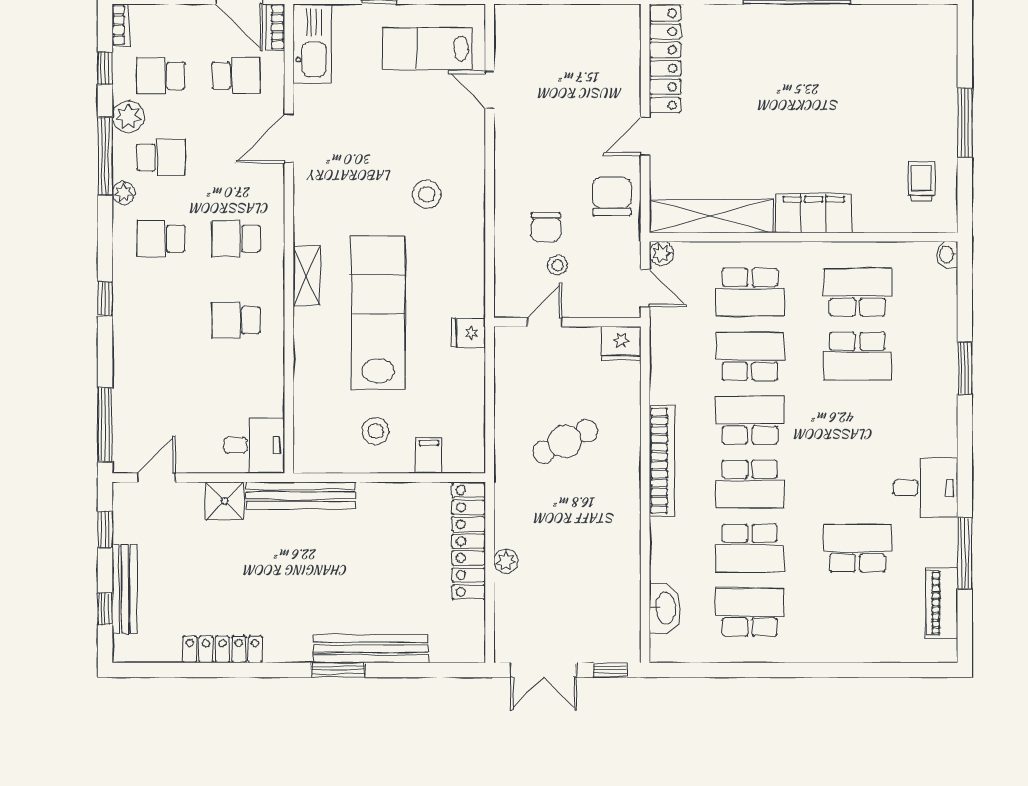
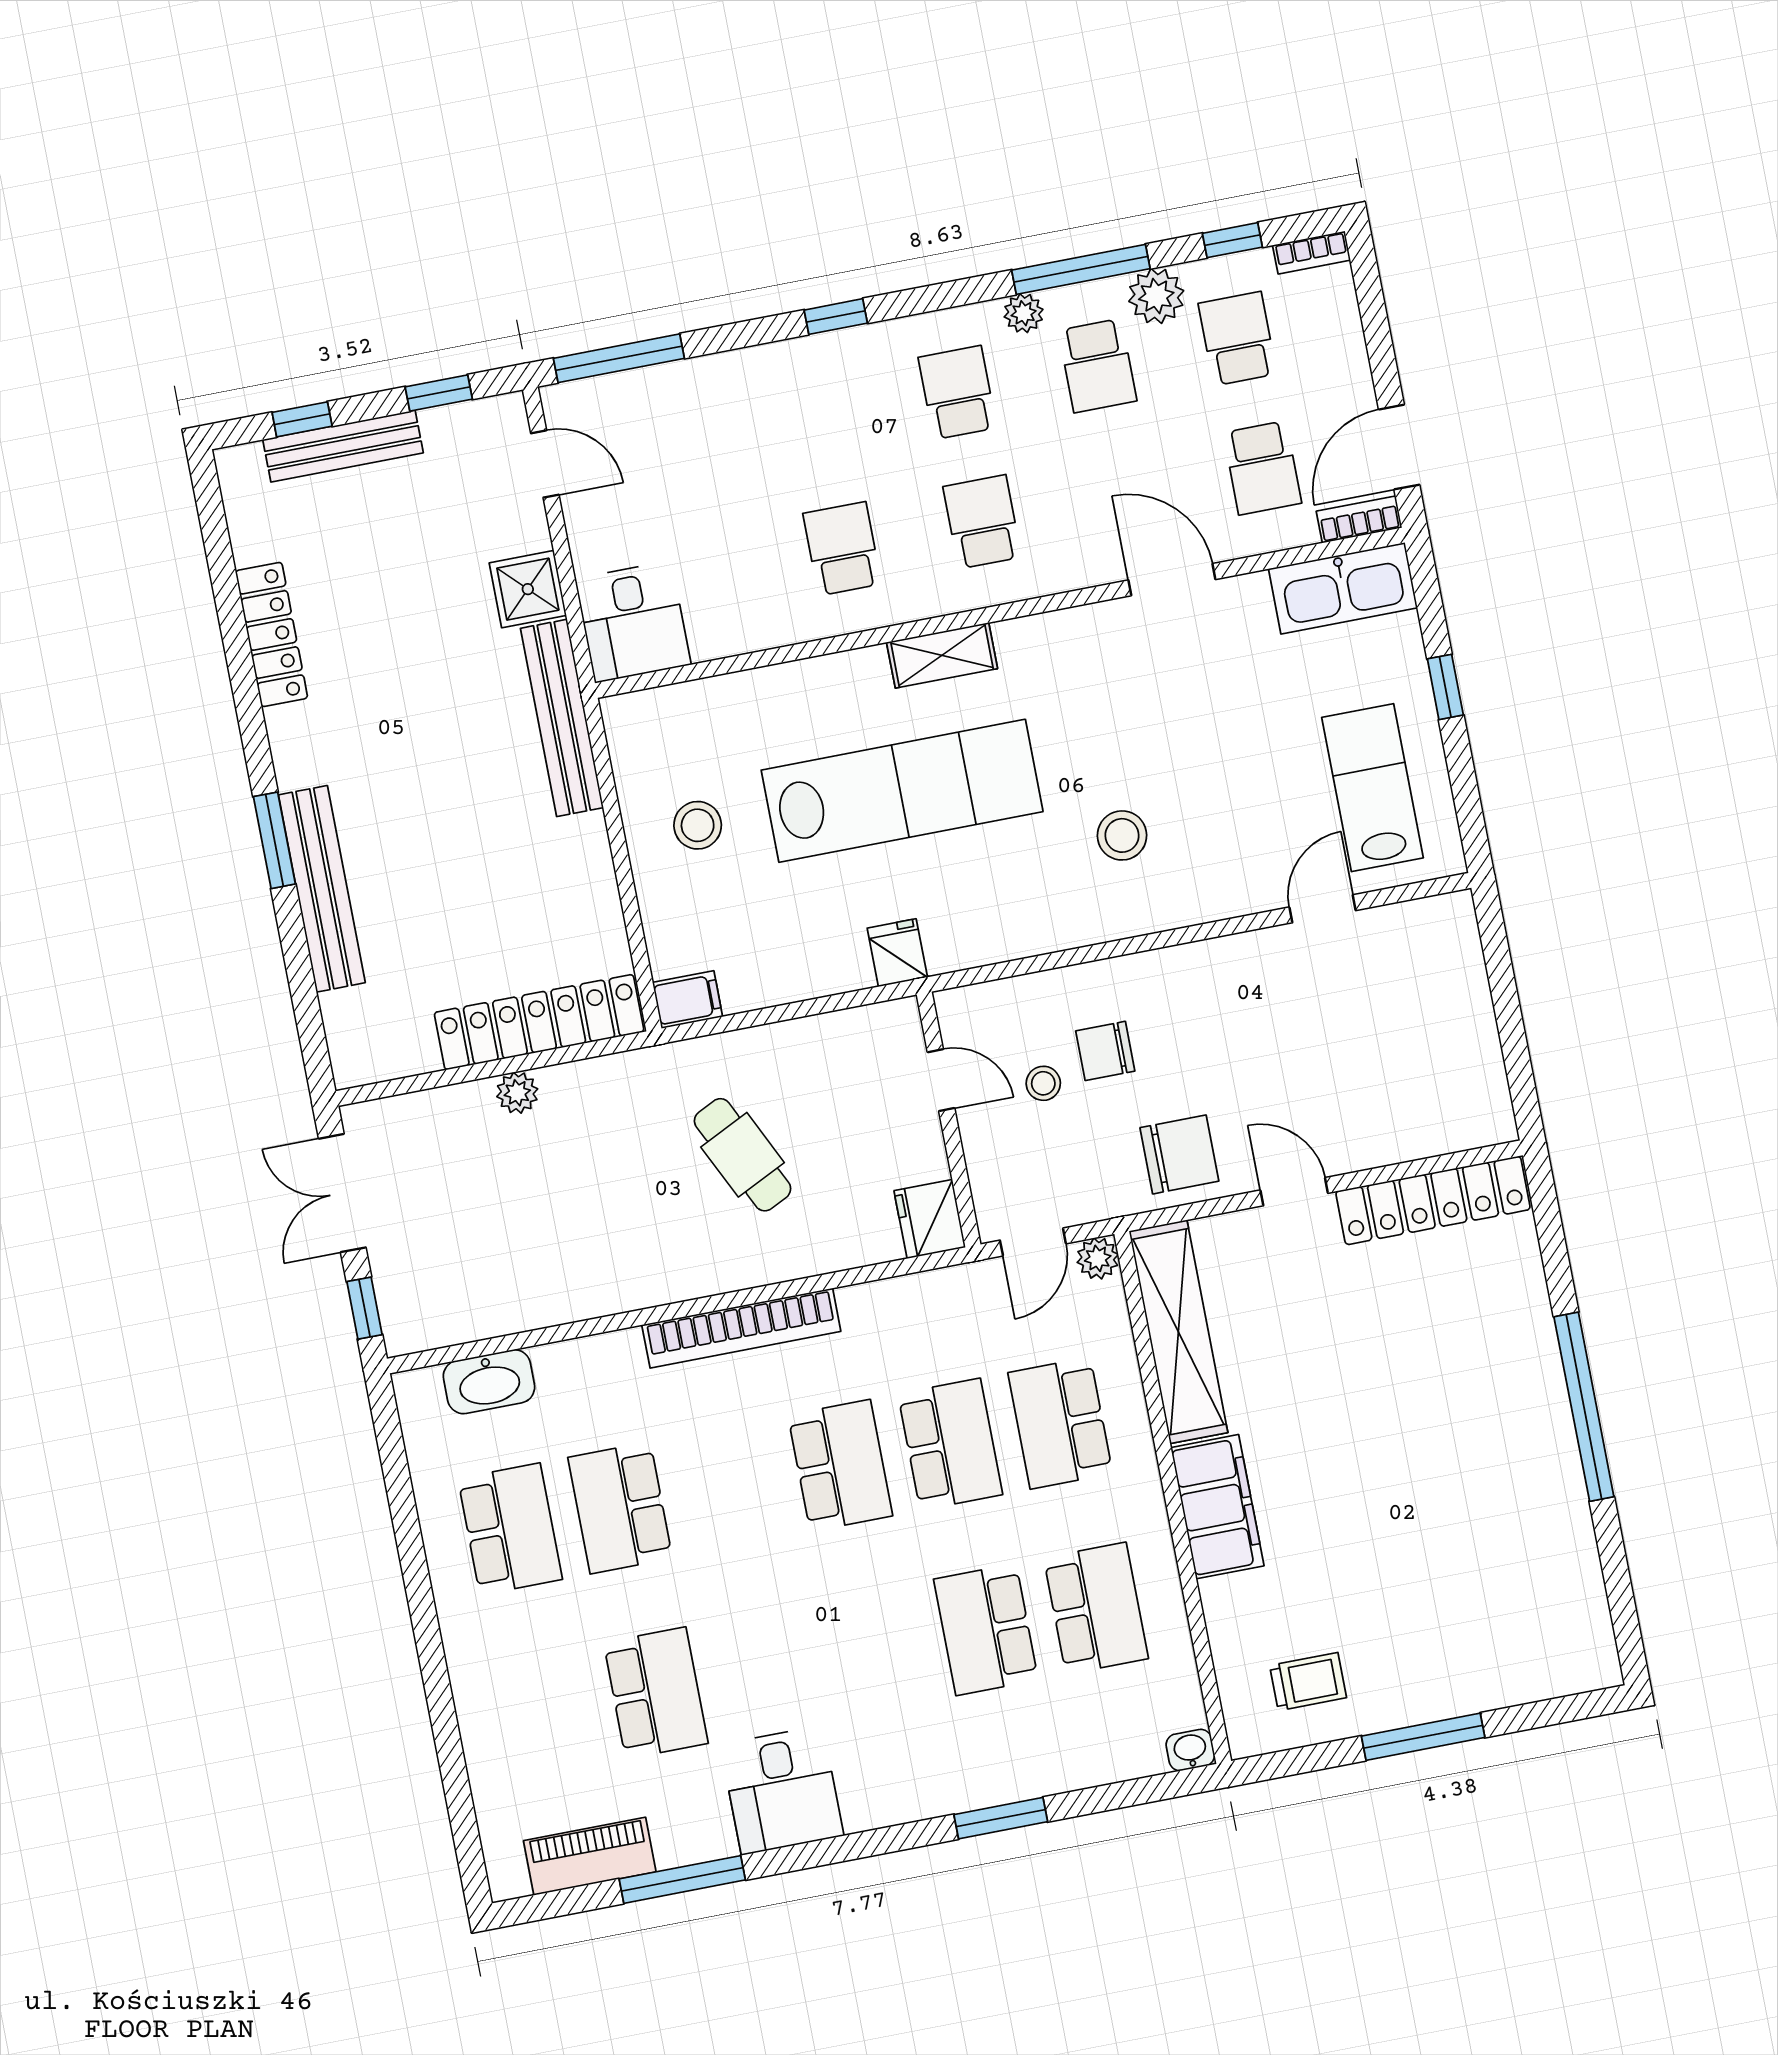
filing cabinet: (429, 456) -> (688, 1000), moved
school desk: (750, 484) -> (730, 1487), removed

